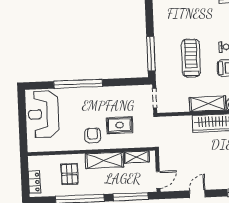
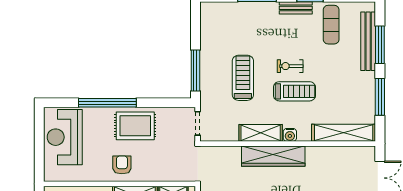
rug: (120, 125) -> (135, 126), moved, width x1.36, depth x1.43

